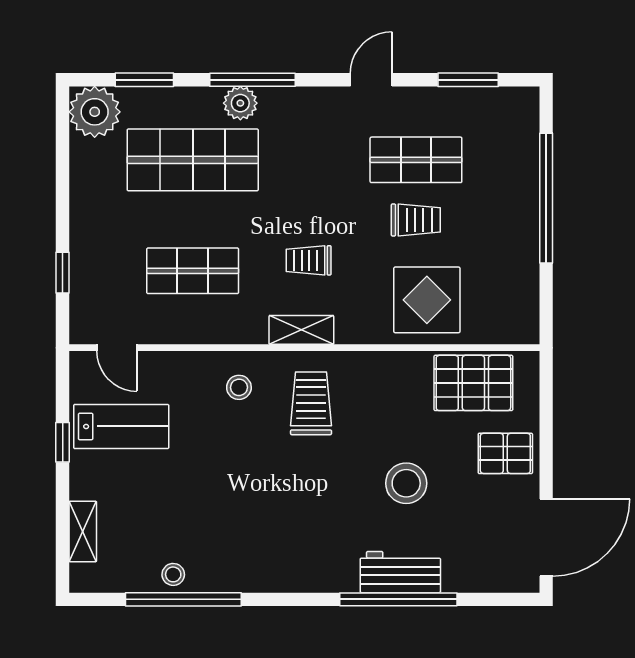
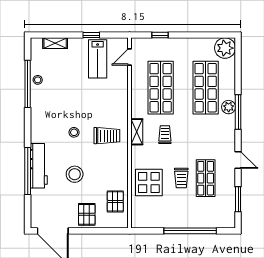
window: (144, 80) -> (238, 68), removed
shop shelf: (193, 271) -> (161, 88), width x1.43, depth x1.36
pallet: (473, 383) -> (115, 201), width x0.67, depth x0.71
stool: (239, 387) -> (74, 132), moved
workbench: (400, 572) -> (39, 166), width x1.38

